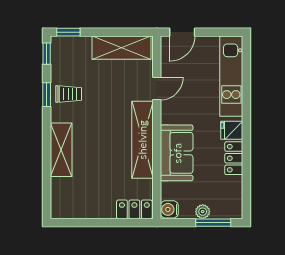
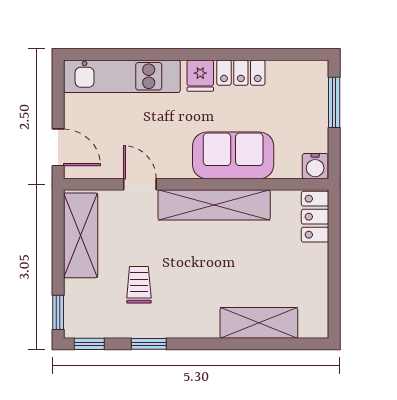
trolley: (69, 94) -> (139, 285), moved
shelving: (61, 150) -> (259, 323), moved
plant: (203, 212) -> (318, 118), removed

